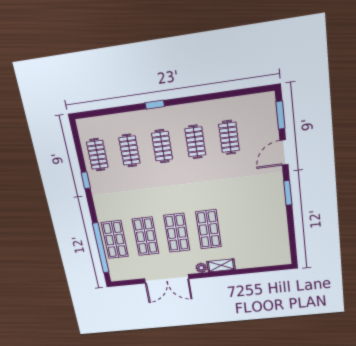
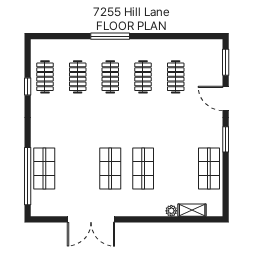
window: (155, 105) -> (110, 36), width x2.17
door: (284, 153) -> (226, 98), hinge flipped
window: (86, 180) -> (28, 87), moved
shop shelf: (145, 236) -> (209, 168), moved
shelving: (221, 265) -> (192, 210), moved
plant: (201, 268) -> (171, 211), moved

